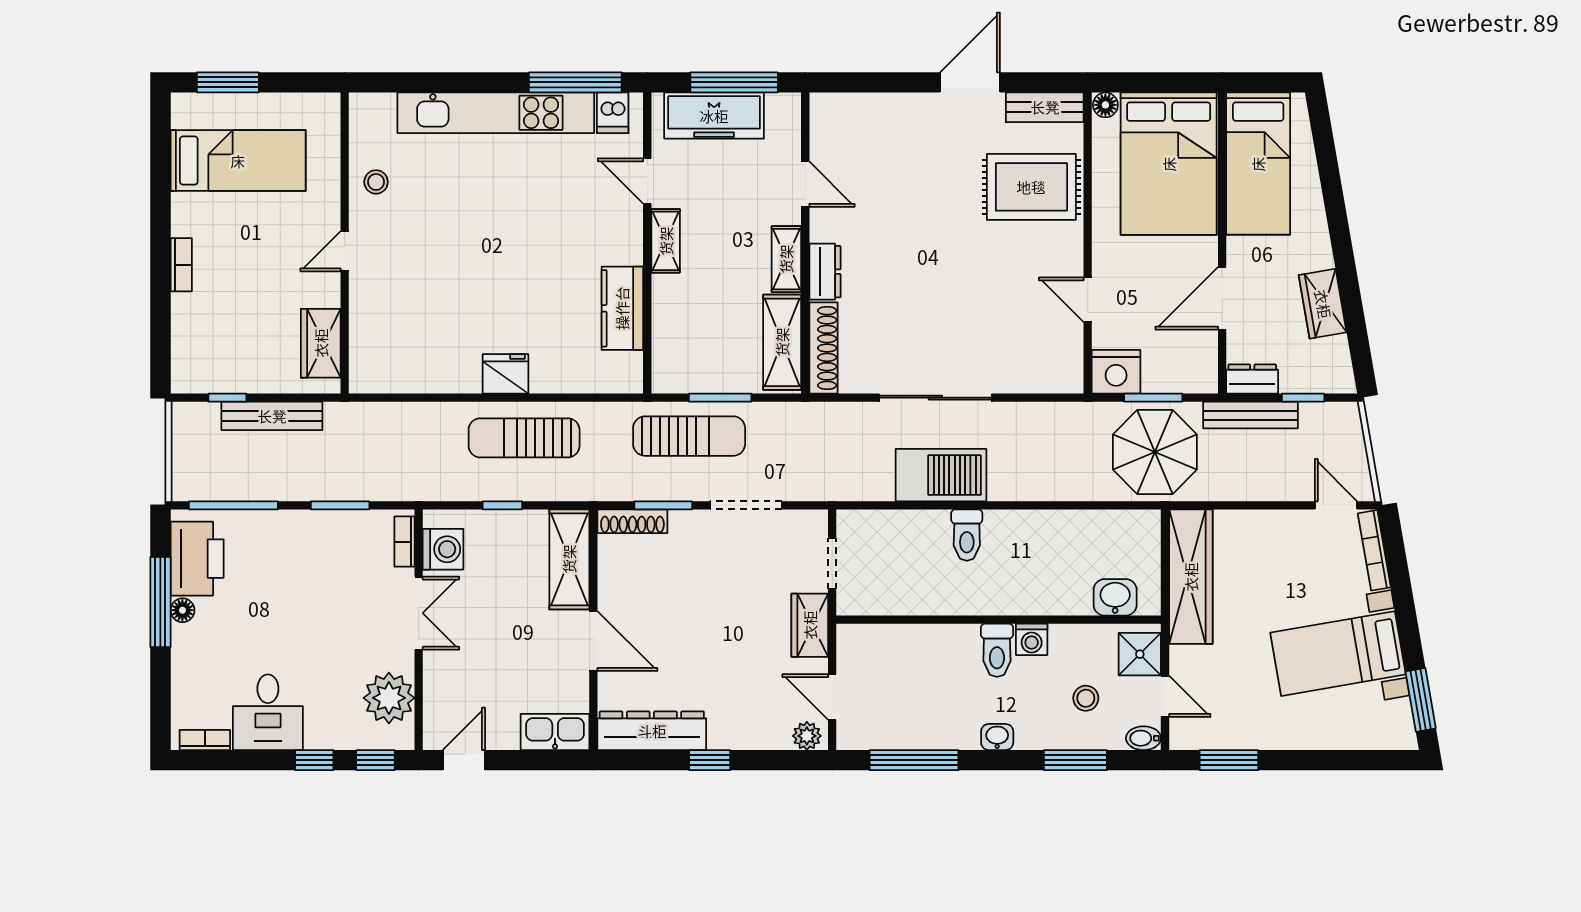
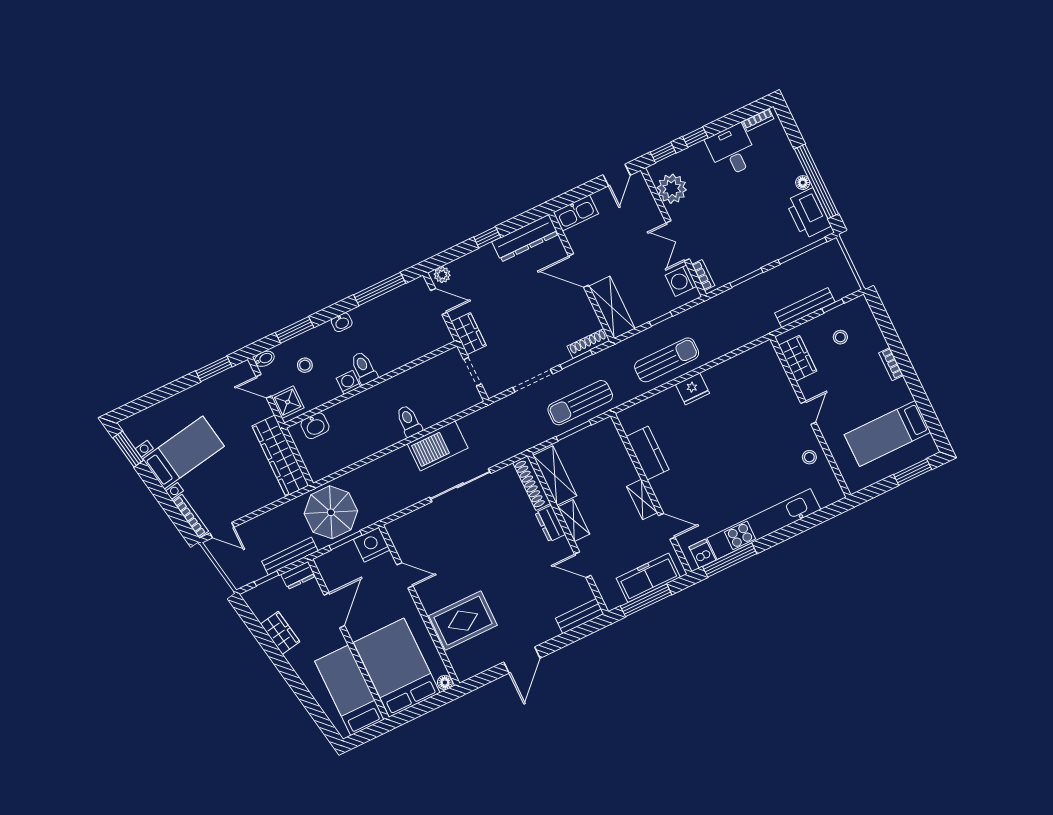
bench: (1045, 107) -> (580, 616), moved
stool: (239, 344) -> (840, 337), added
window: (160, 602) -> (816, 181), width x1.46

